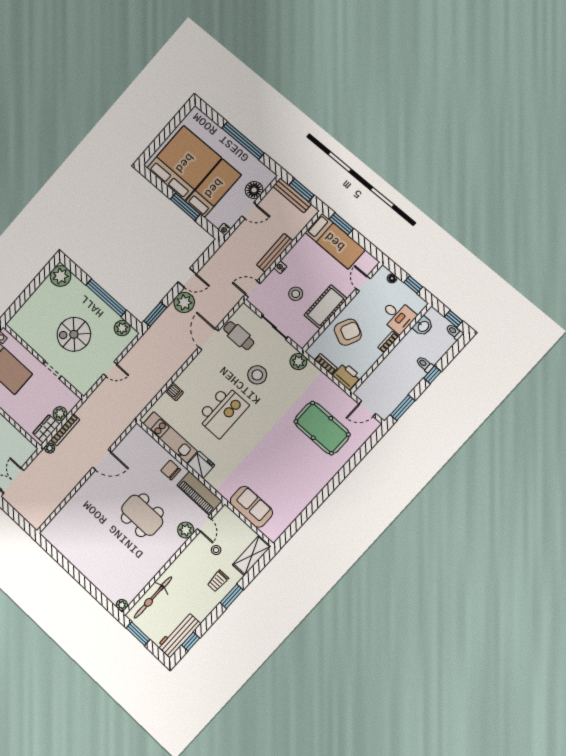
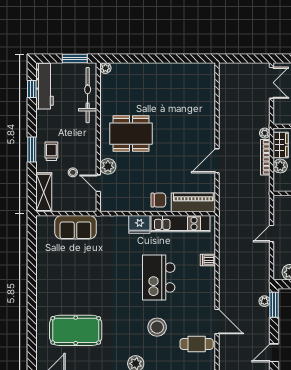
plant: (184, 302) -> (264, 301), moved, width x0.53, depth x0.53
piano: (199, 493) -> (193, 202), moved
dining table: (142, 515) -> (131, 134), moved

